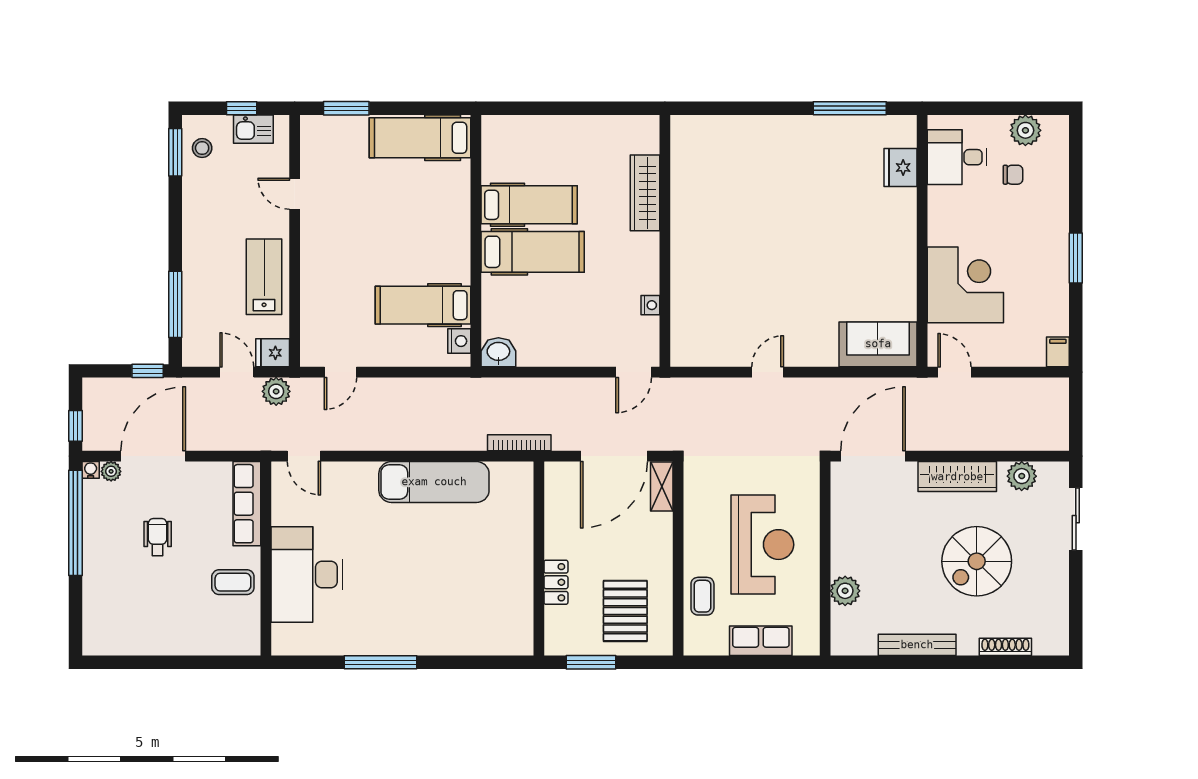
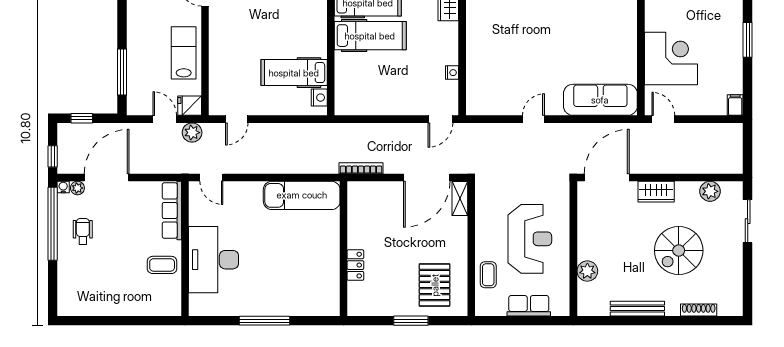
sofa: (878, 344) -> (600, 100), width x1.36
washbasin: (498, 352) -> (346, 105), removed
window: (148, 371) -> (82, 118), moved
wardrobe: (957, 477) -> (656, 192), width x0.67
wheelchair: (158, 537) -> (83, 231), moved
wall: (539, 559) -> (344, 249), moved
locker: (556, 582) -> (355, 265), moved

